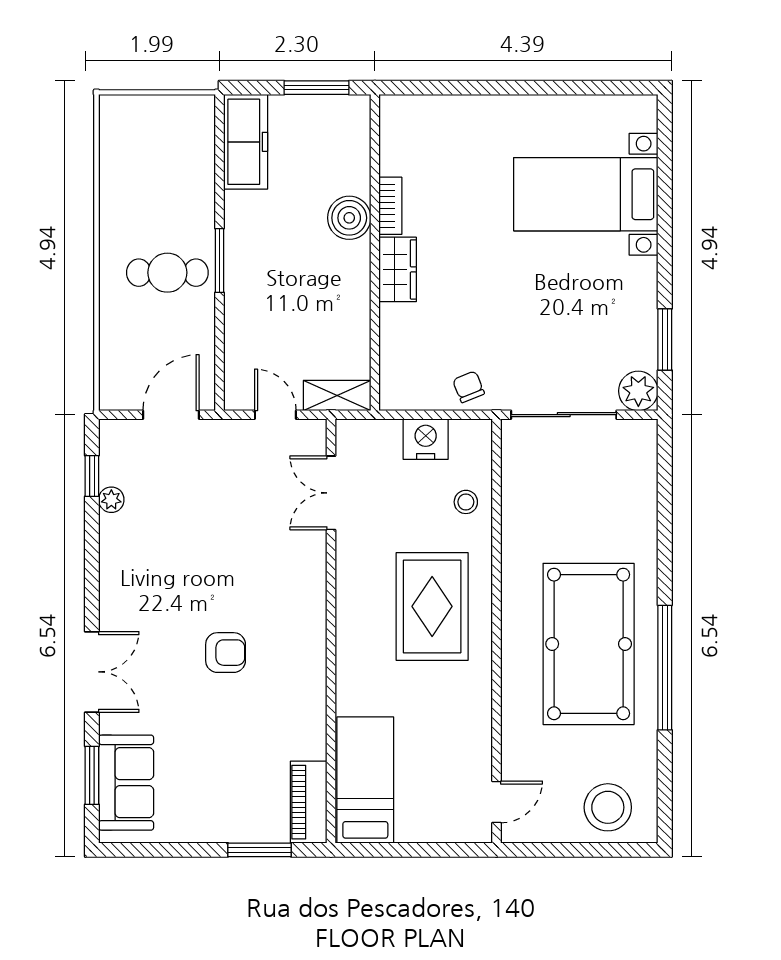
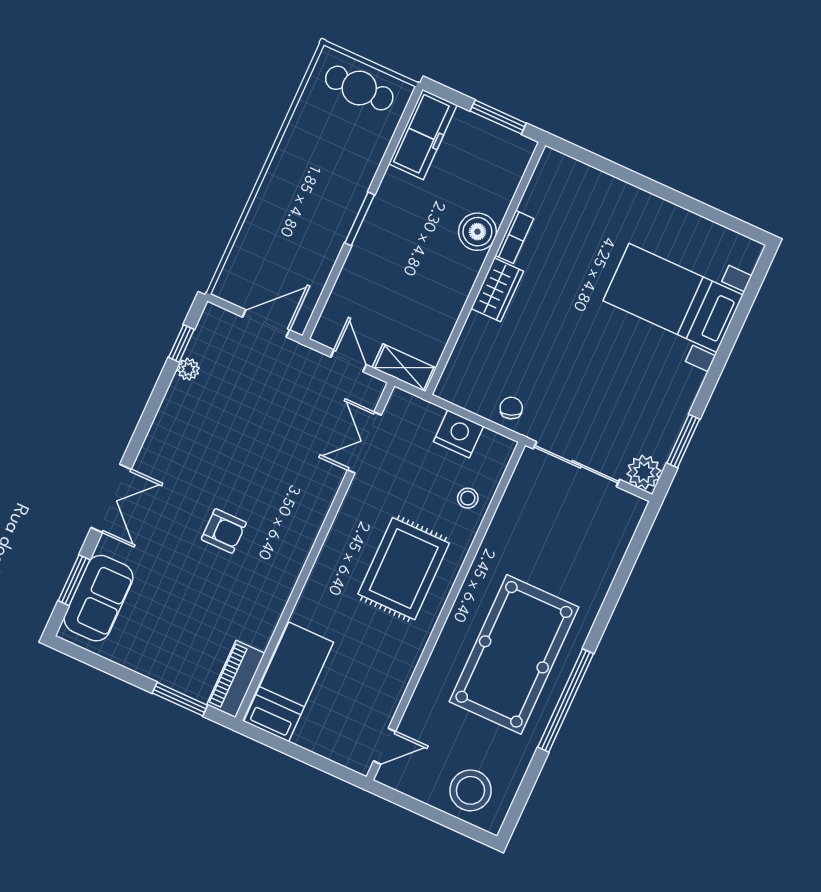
cafe table: (167, 273) -> (359, 88), moved

